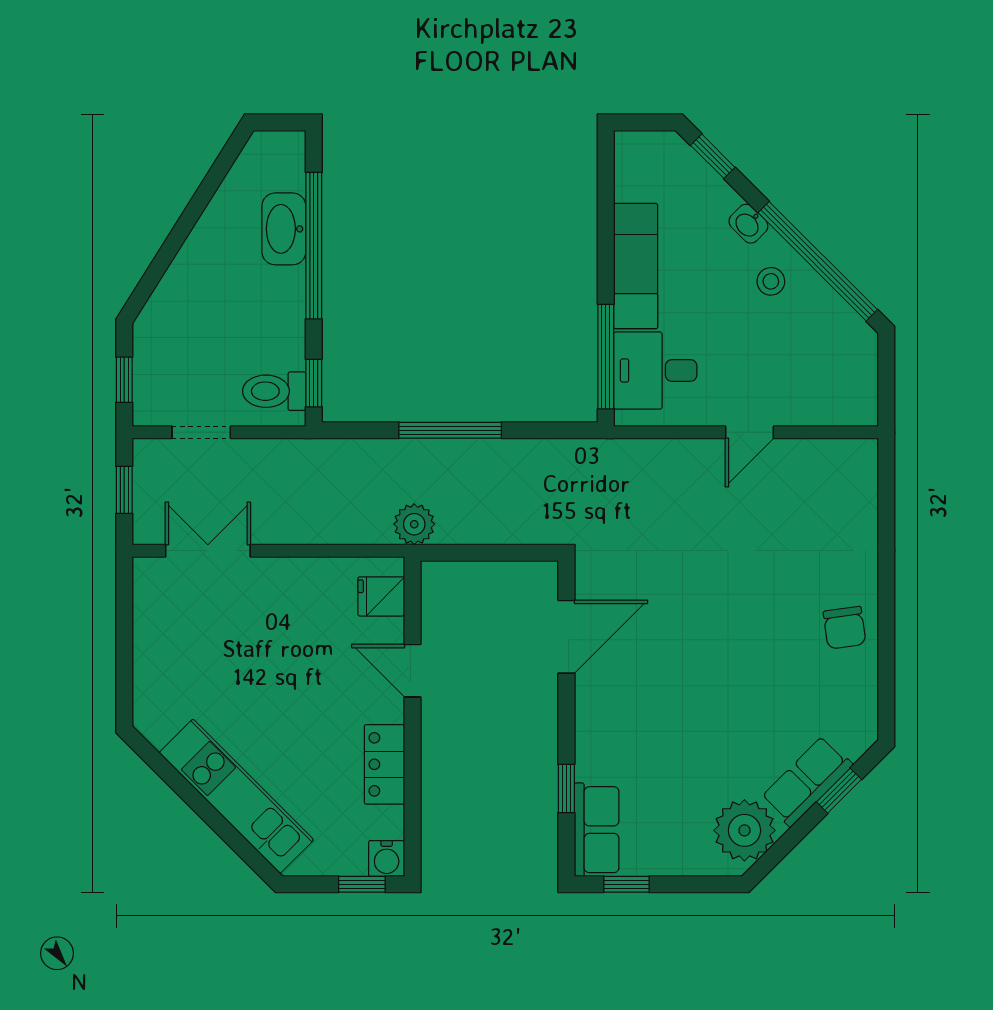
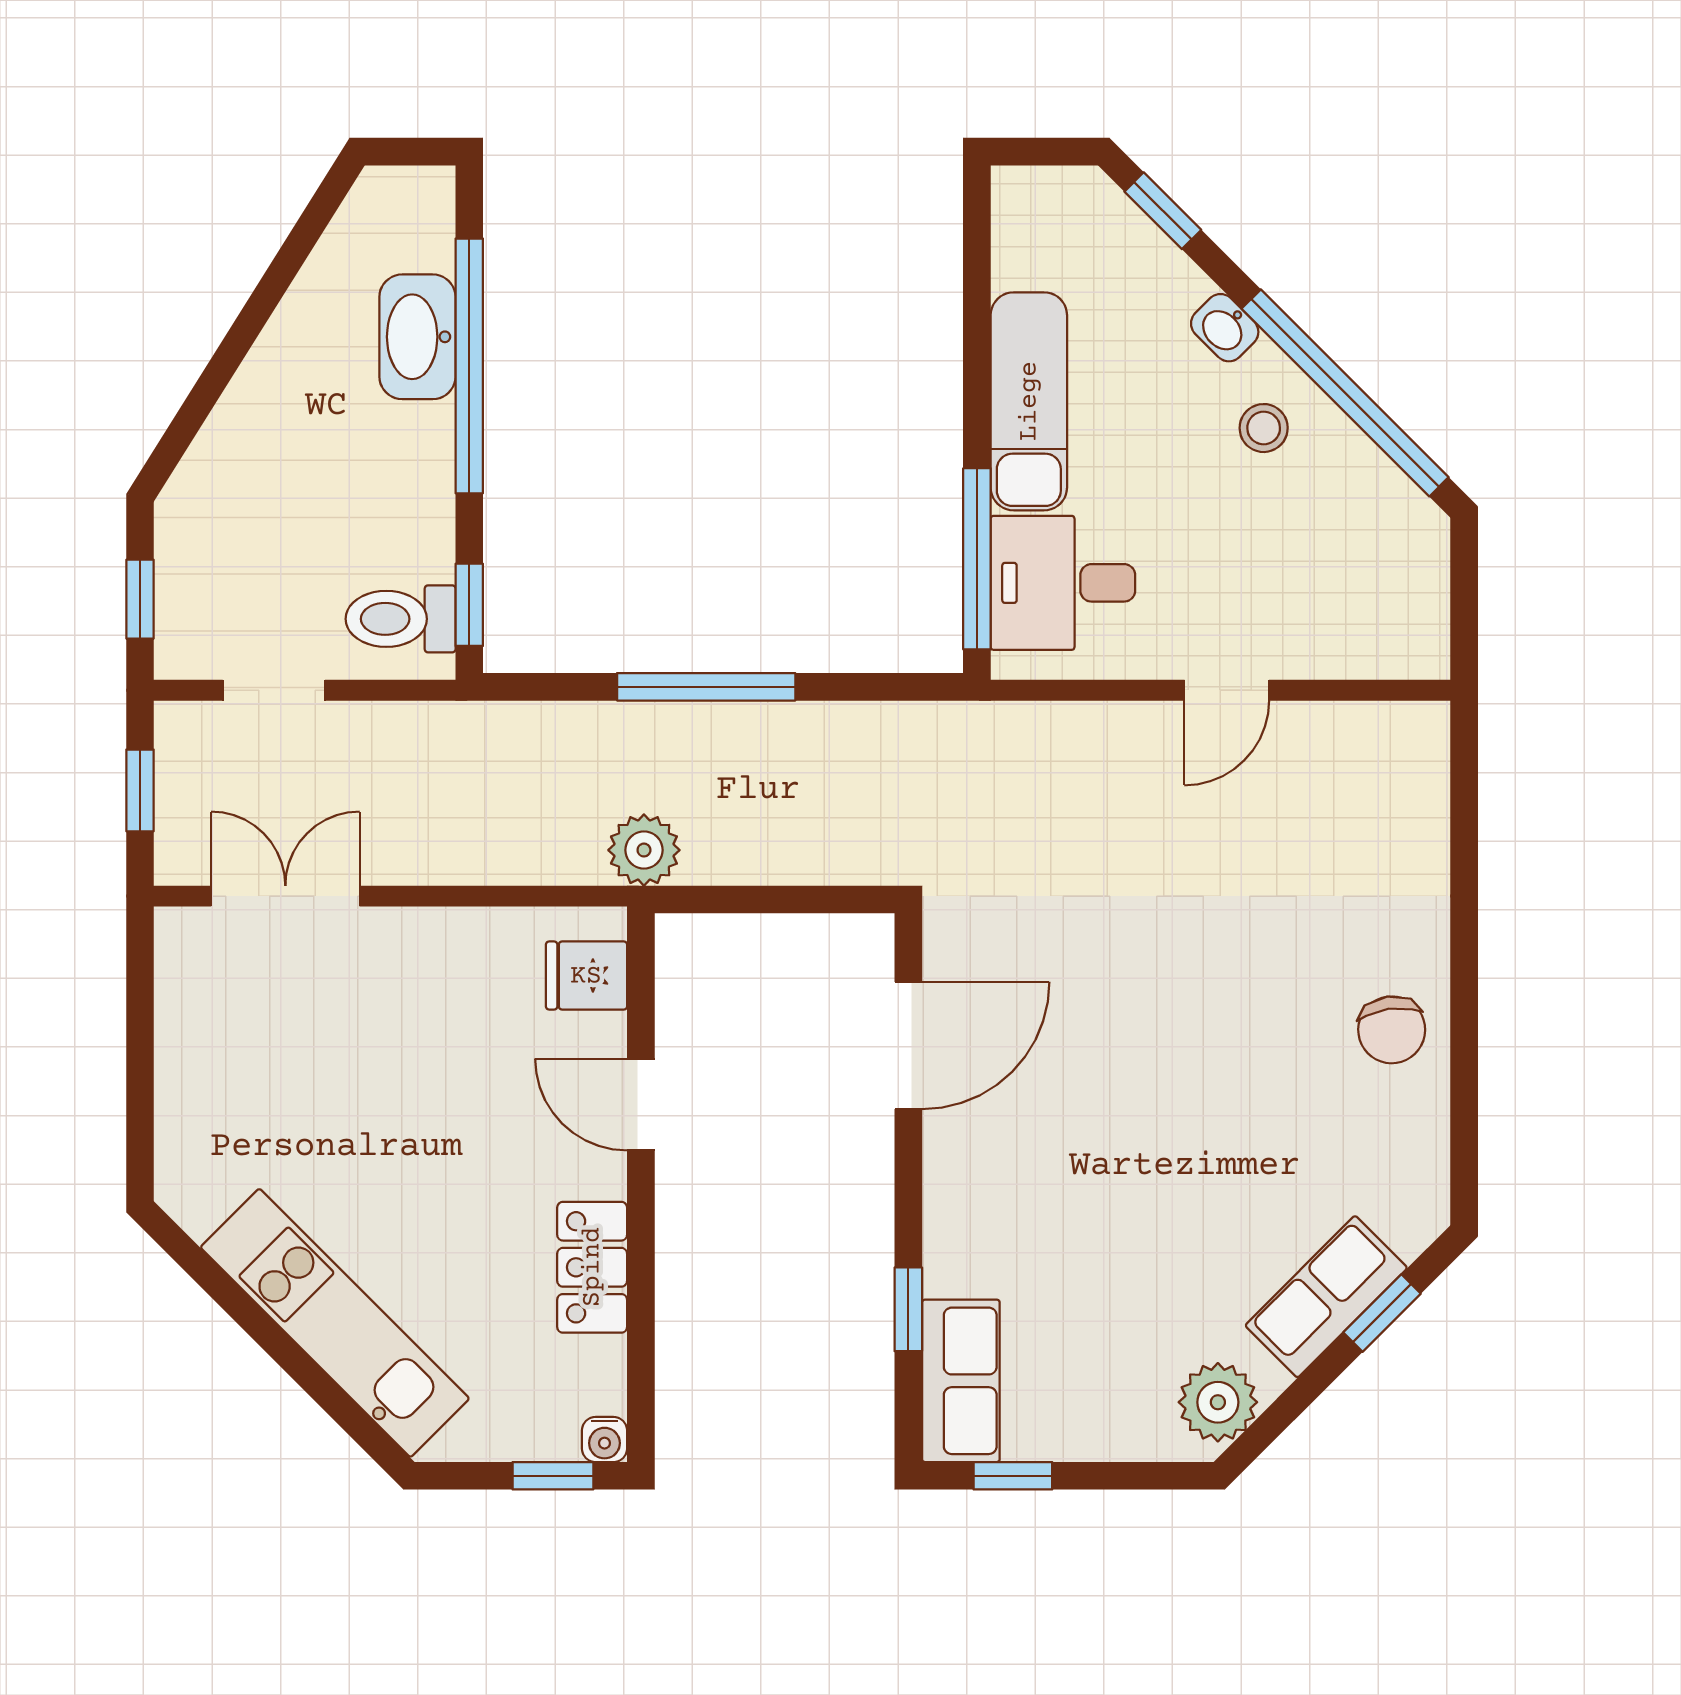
plant: (744, 830) -> (1218, 1402), width x0.73, depth x0.73
water cooler: (387, 858) -> (605, 1439), width x0.72, depth x0.72

